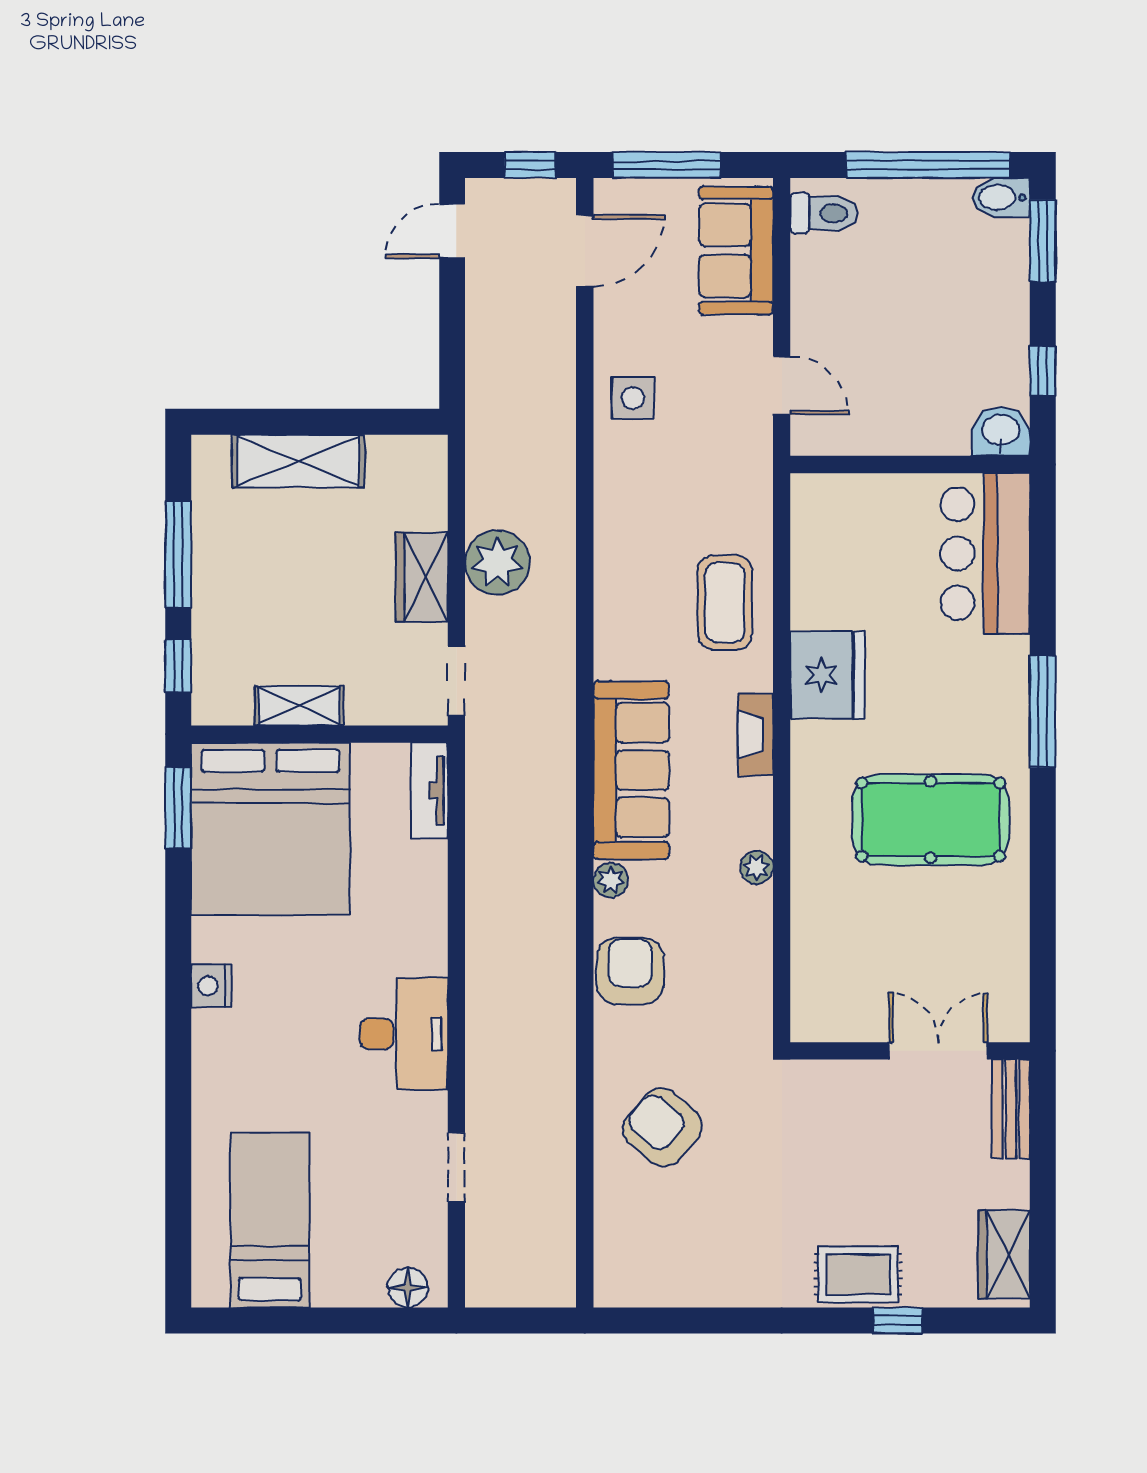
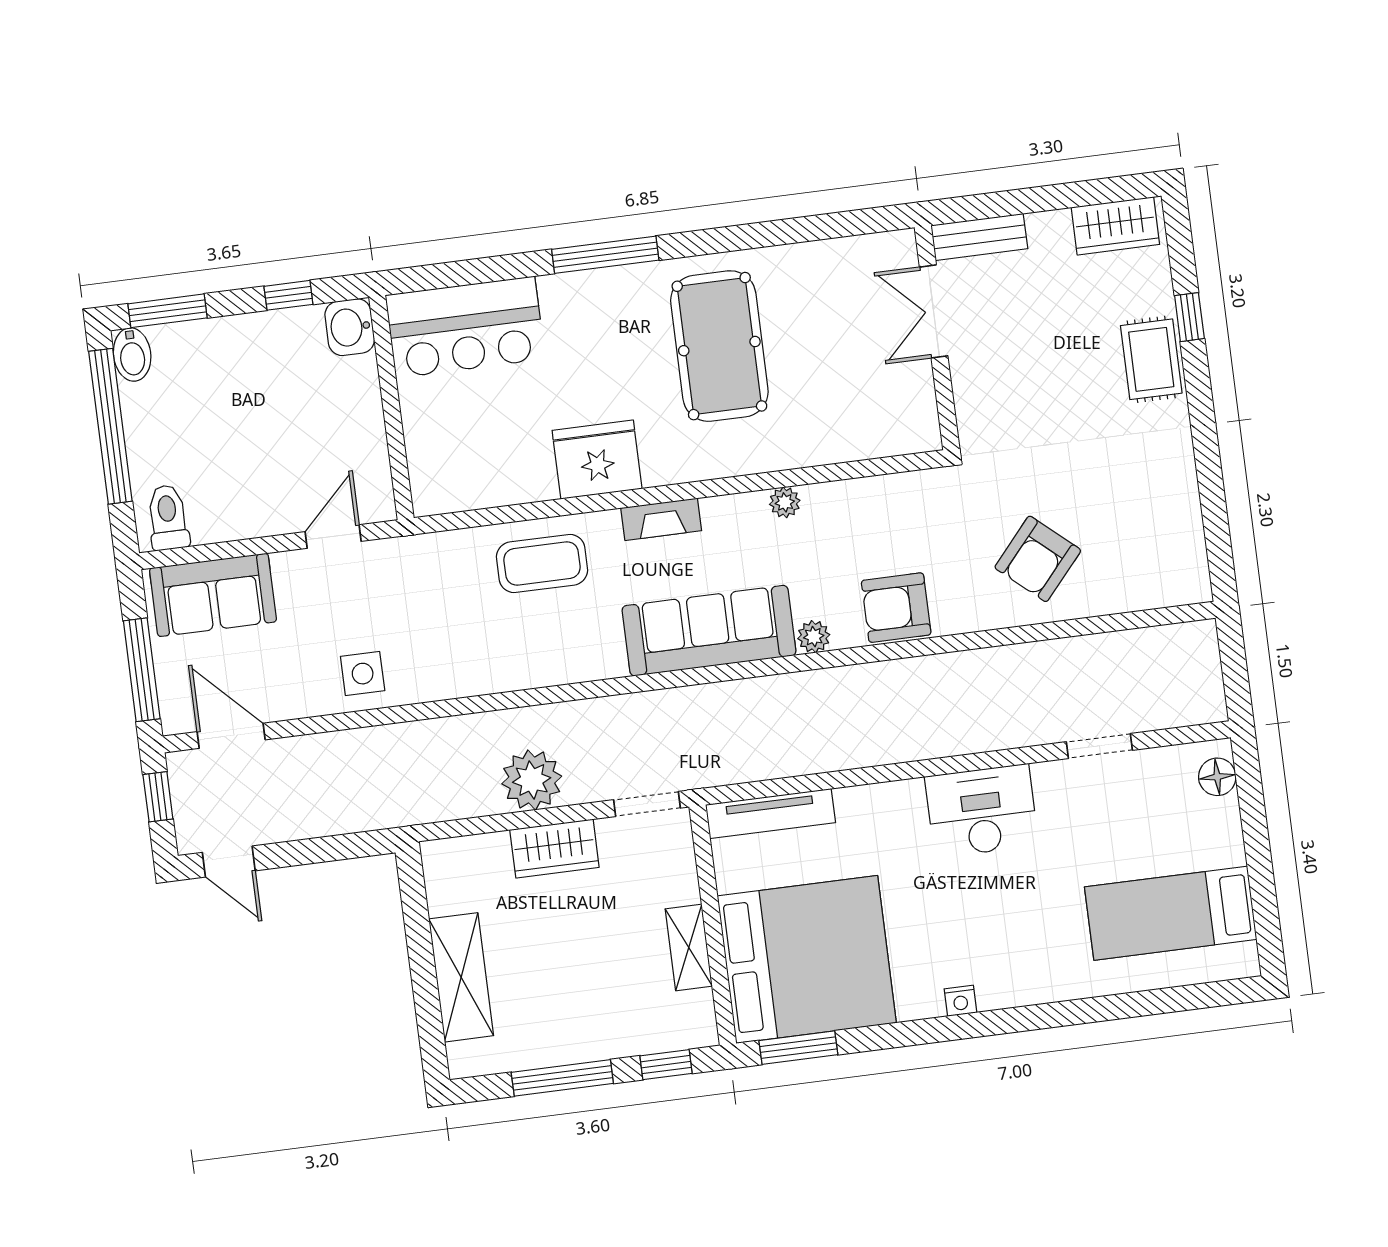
tv unit: (429, 791) -> (770, 814), width x1.41
nightstand: (211, 986) -> (960, 1001), width x0.72, depth x0.74

